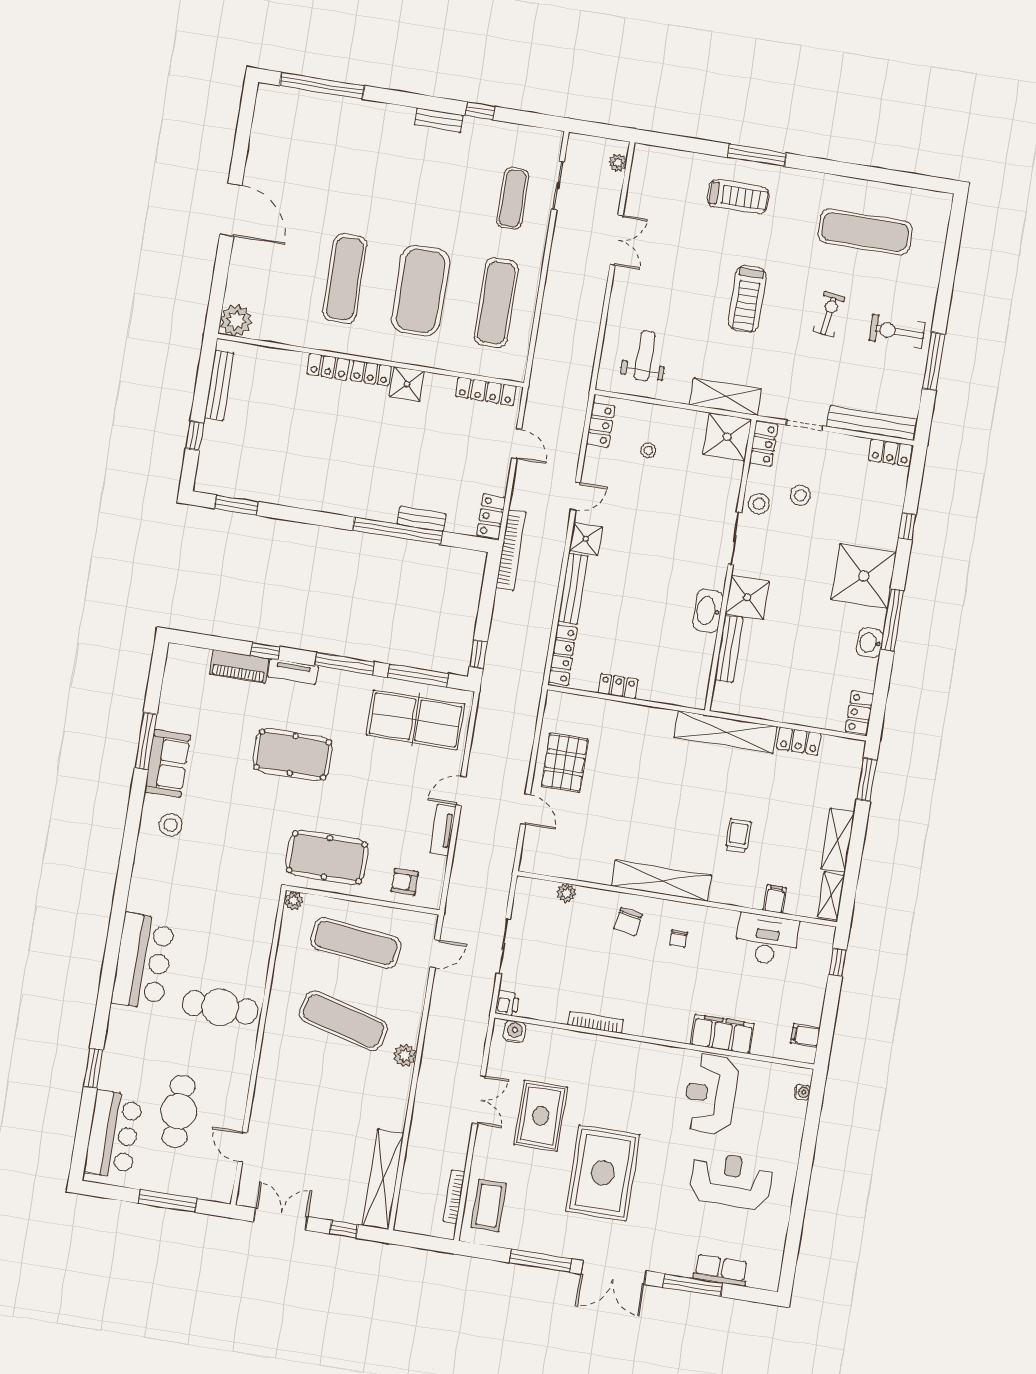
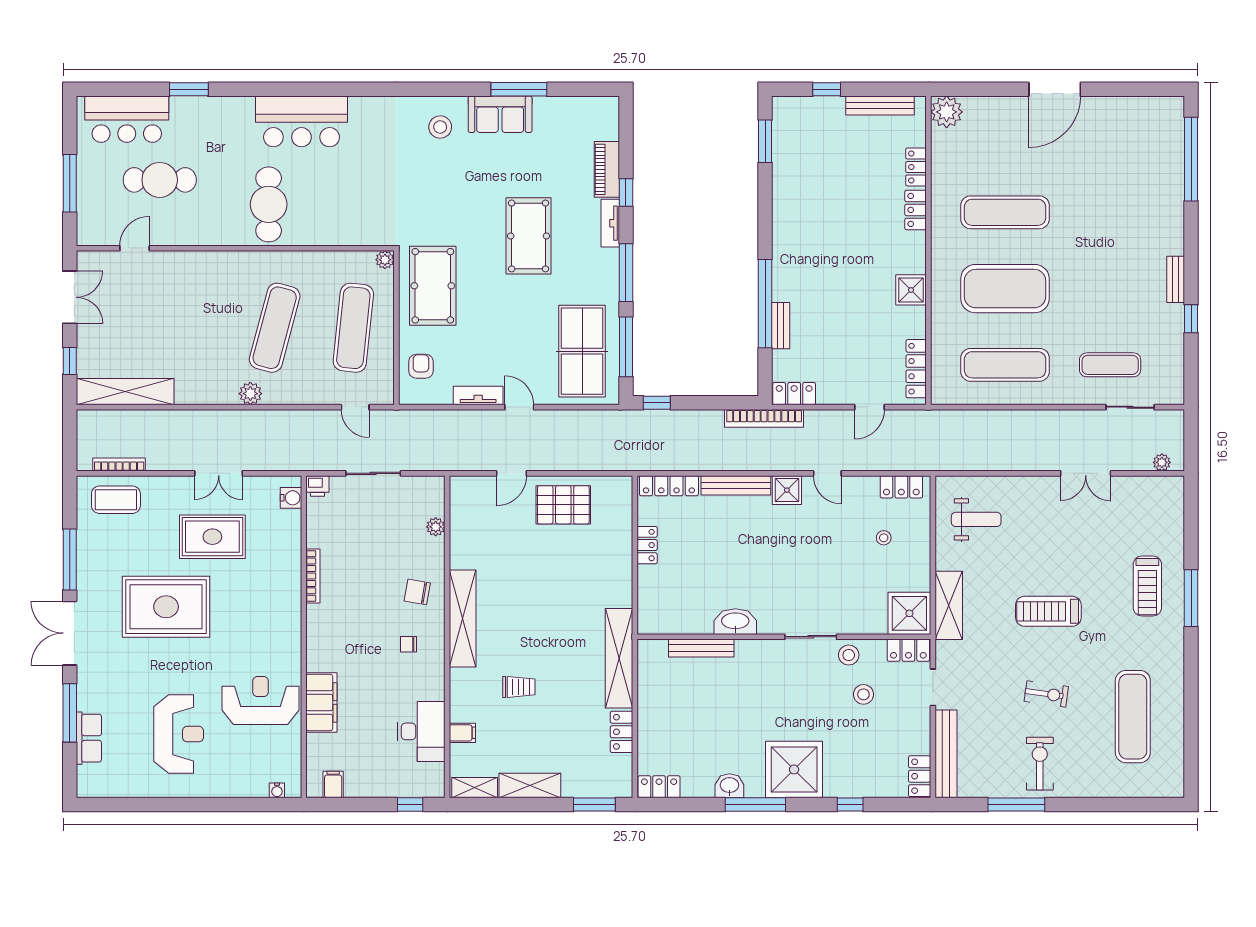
locker: (371, 373) -> (916, 167), moved
shower: (747, 597) -> (755, 658), removed

